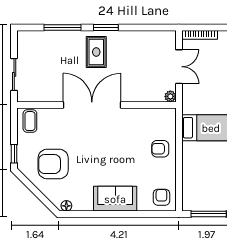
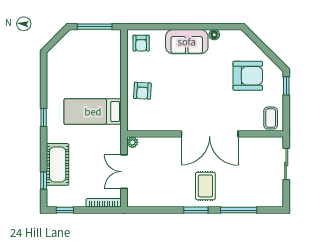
armchair: (160, 149) -> (142, 91), turned 93
floor lamp: (66, 206) -> (214, 35), moved

